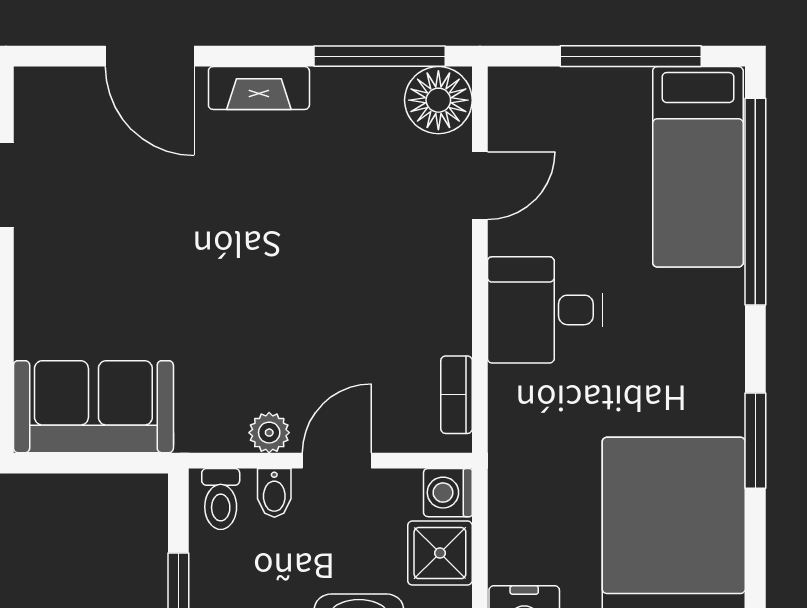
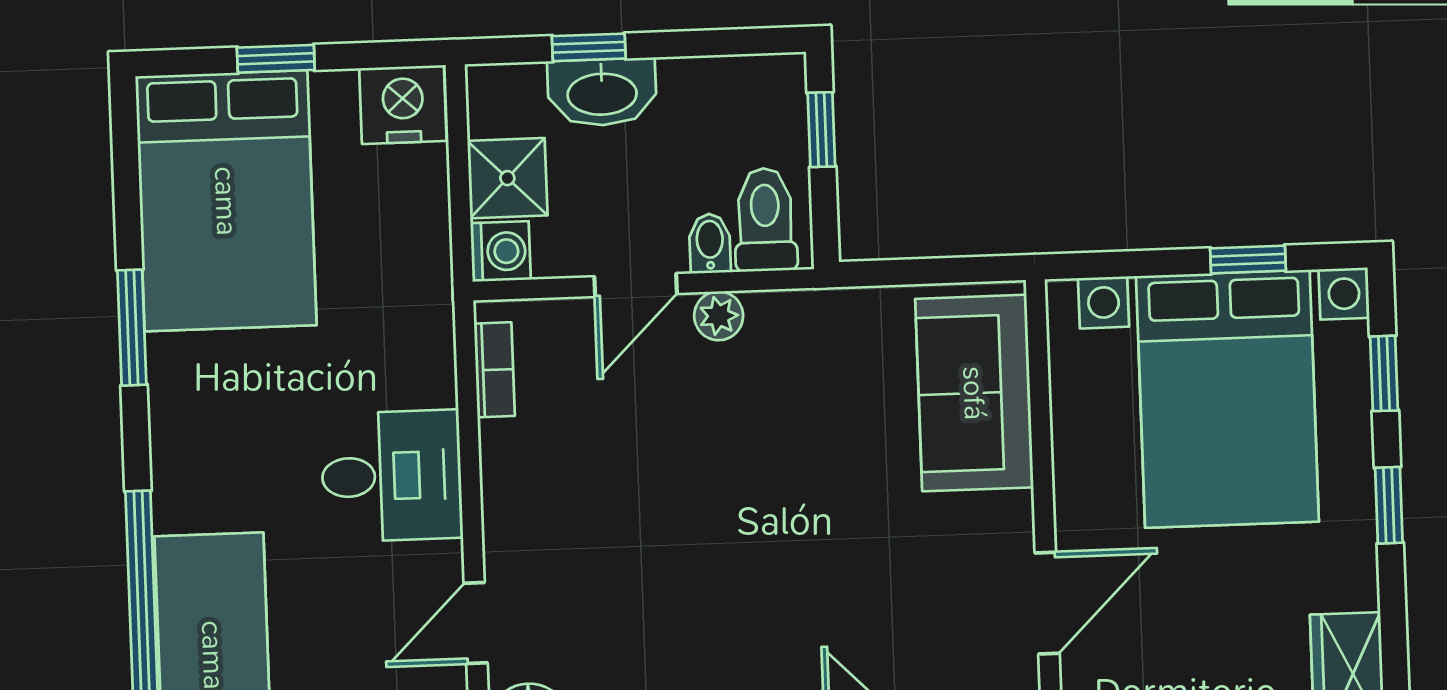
sofa: (93, 407) -> (974, 393), moved, turned 90
toilet: (221, 499) -> (765, 220), width x1.37, depth x1.39

